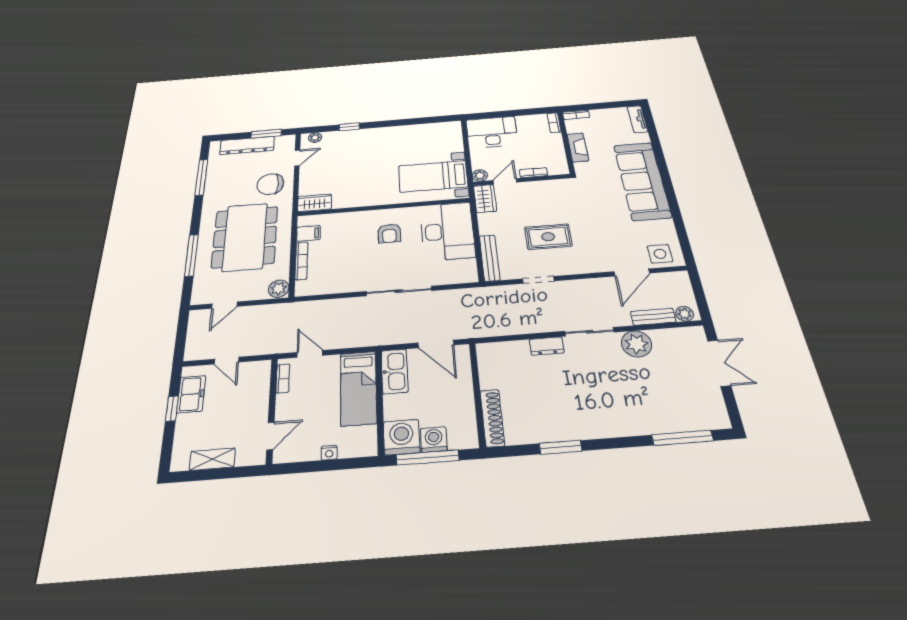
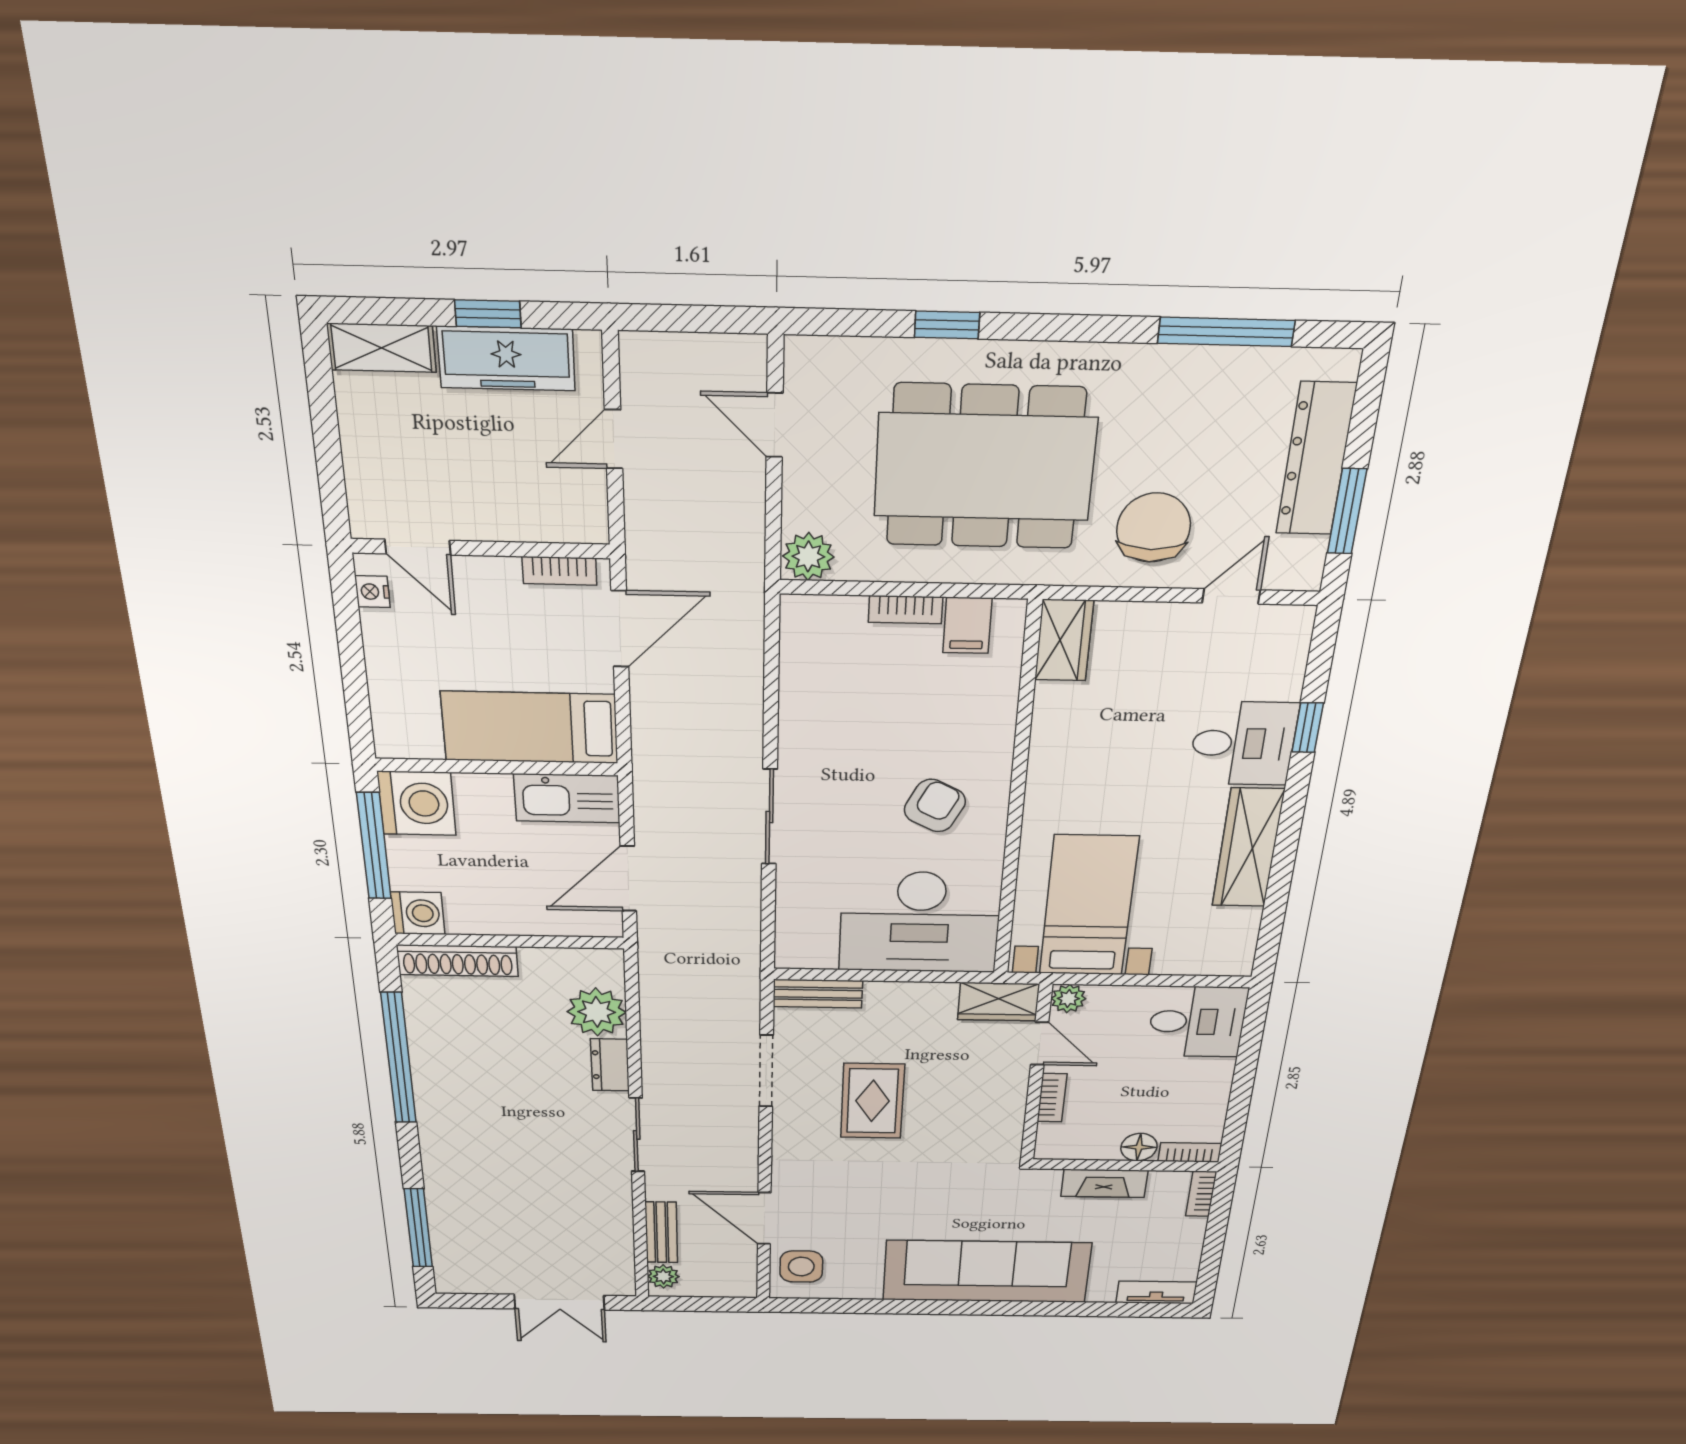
desk: (492, 132) -> (1197, 1022), width x0.73
wardrobe: (401, 133) -> (1248, 848), added
plant: (315, 138) -> (1293, 642), removed
floor lamp: (555, 139) -> (1139, 1147), added
desk: (356, 143) -> (1243, 743), added
door: (297, 158) -> (1231, 596), swing flipped
armchair: (389, 233) -> (935, 806), turned 117
window: (191, 255) -> (947, 325), width x0.46
bench: (490, 258) -> (818, 994), width x0.73
bookcase: (301, 261) -> (905, 610), width x0.64
doorway: (538, 280) -> (766, 1071), width x1.38
sliding door: (399, 291) -> (769, 817), width x0.73
plant: (636, 344) -> (597, 1012), moved
door: (310, 354) -> (620, 629), width x1.38
freezer: (191, 394) -> (506, 358), width x1.40
washing machine: (434, 439) -> (418, 913), moved
window: (561, 447) -> (399, 1058), width x2.11
nightstand: (329, 453) -> (372, 592), moved
shelving: (212, 459) -> (381, 348), moved, turned 90

